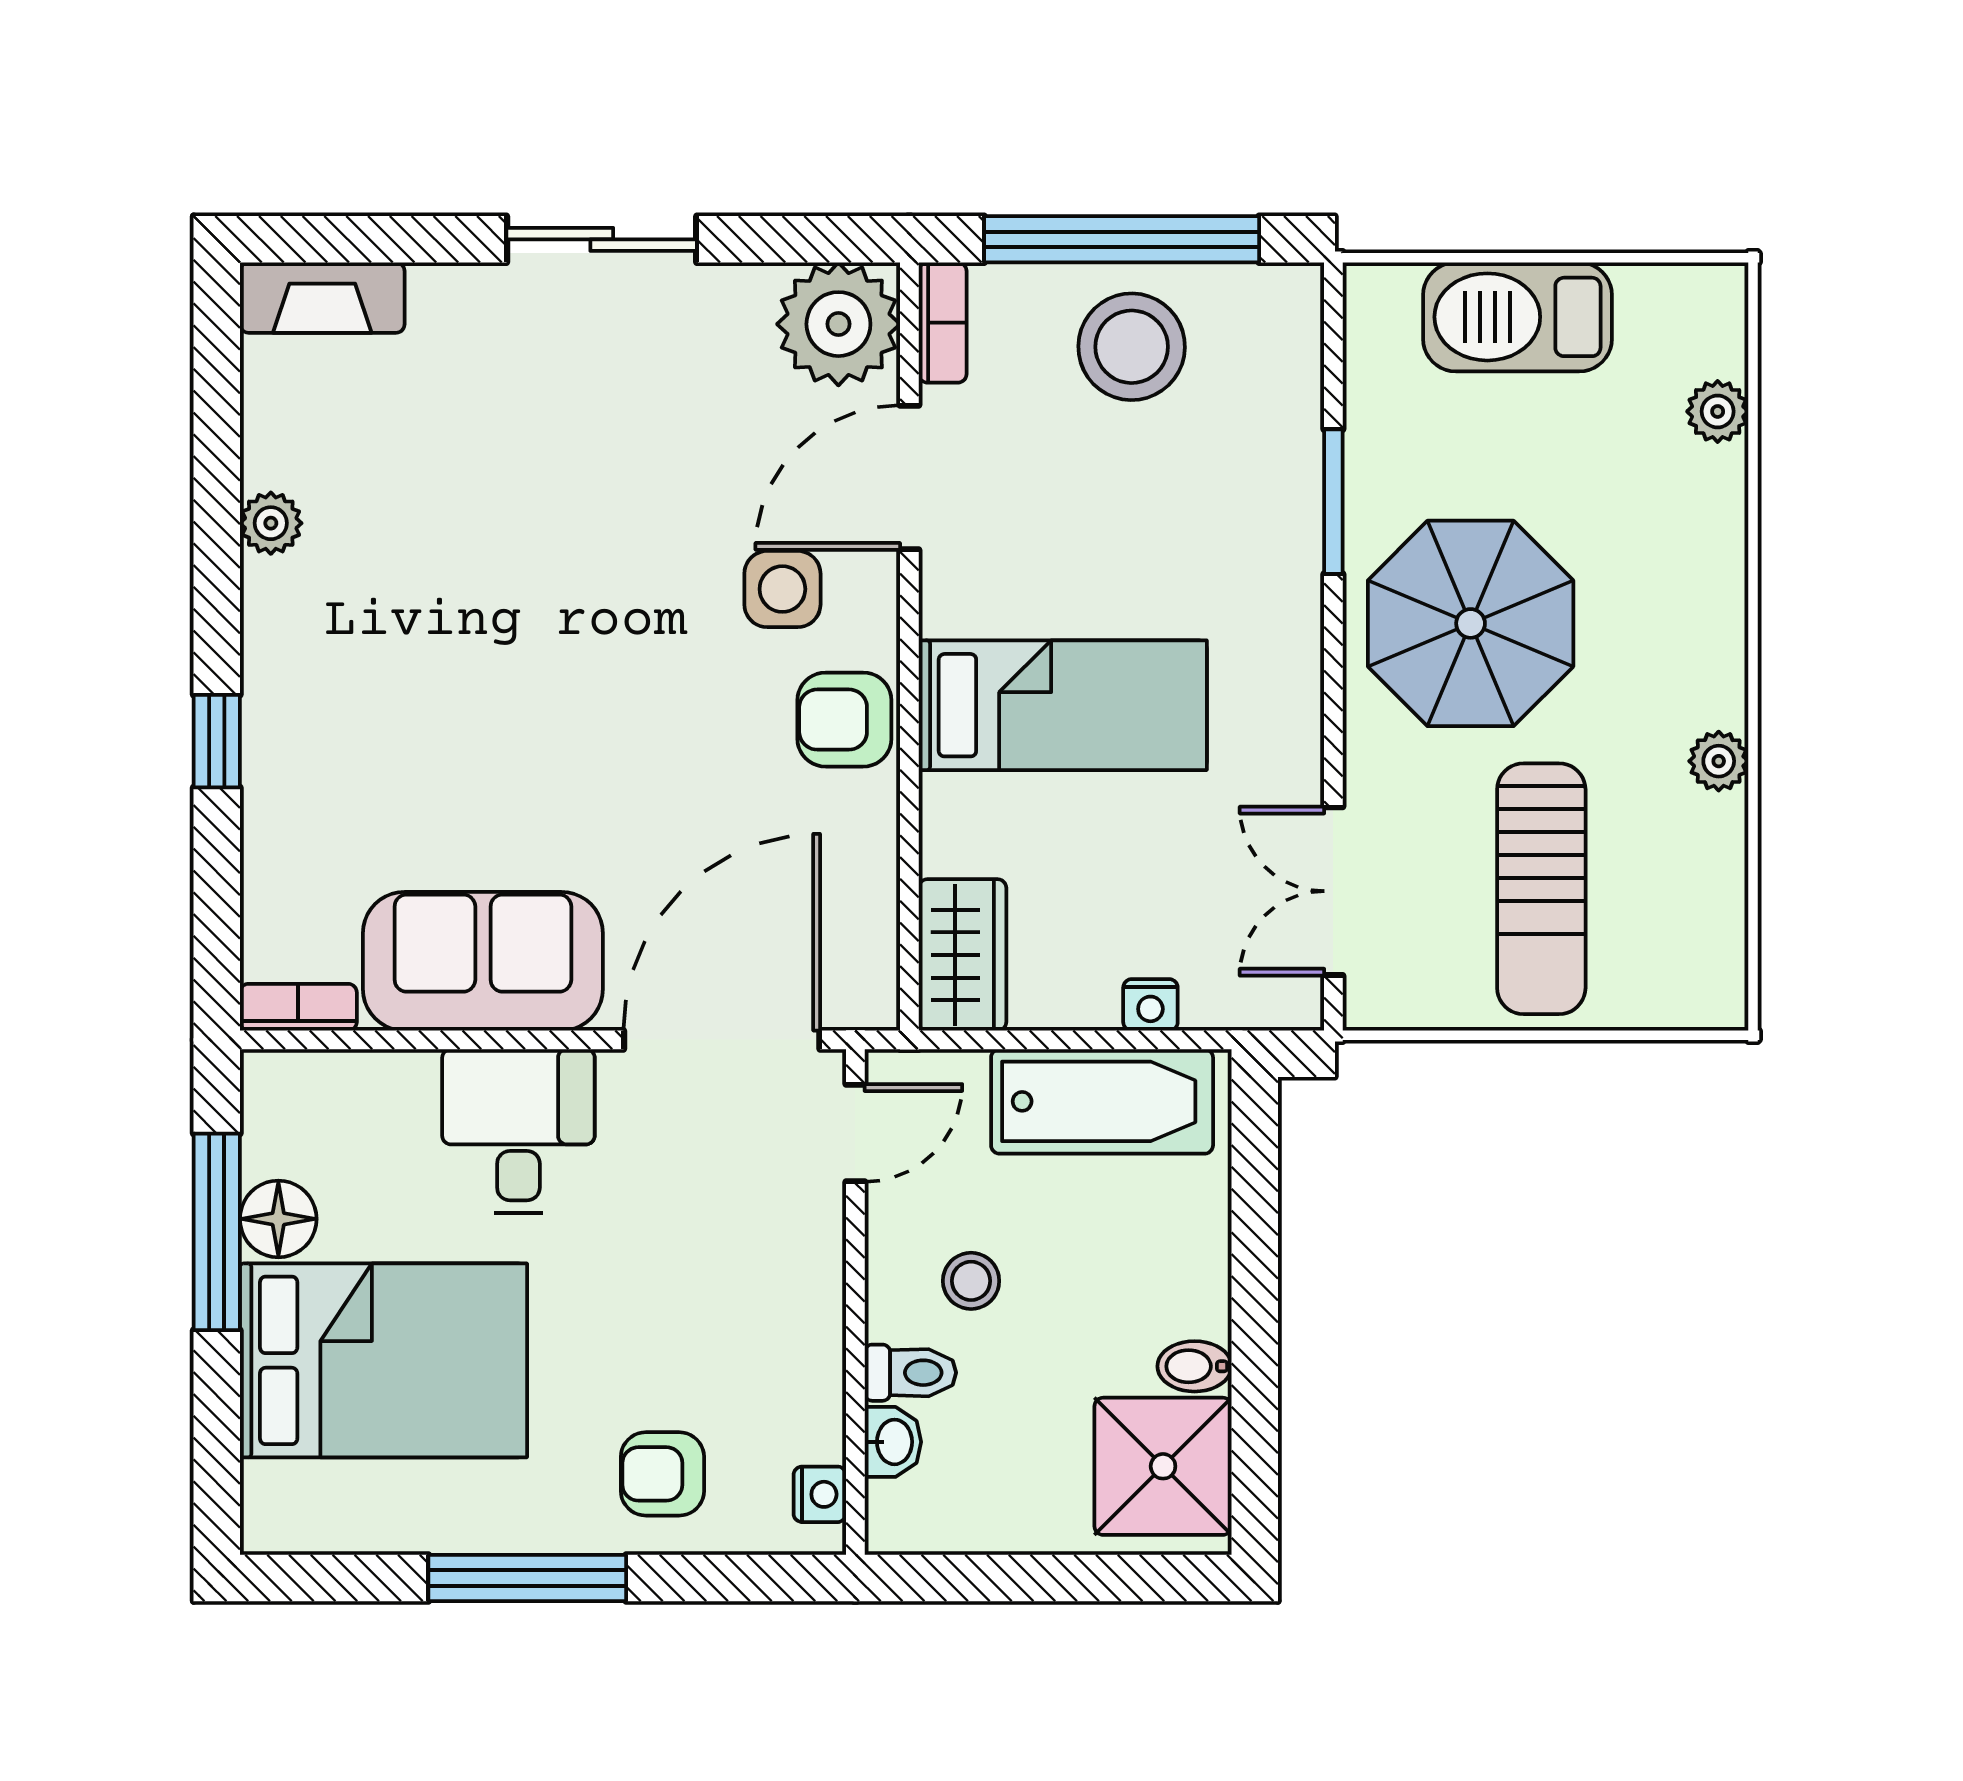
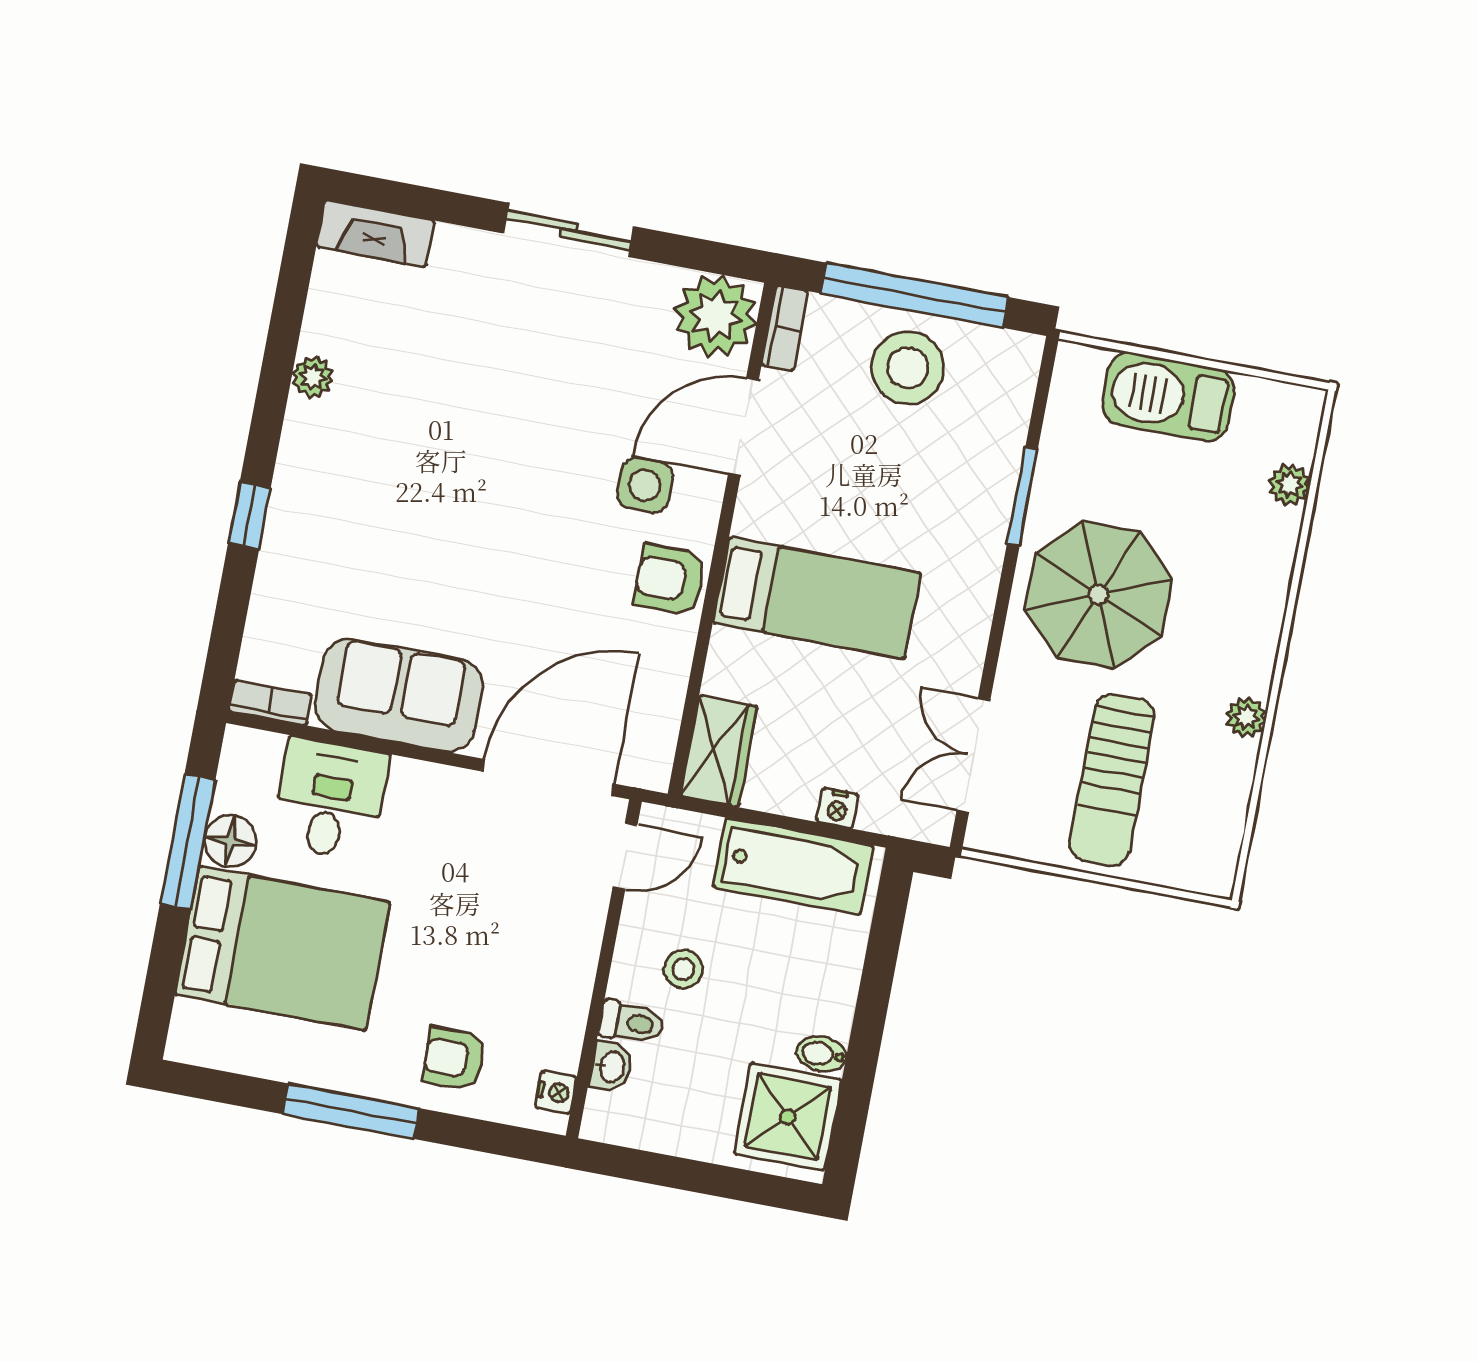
desk: (518, 1131) -> (330, 799), moved

